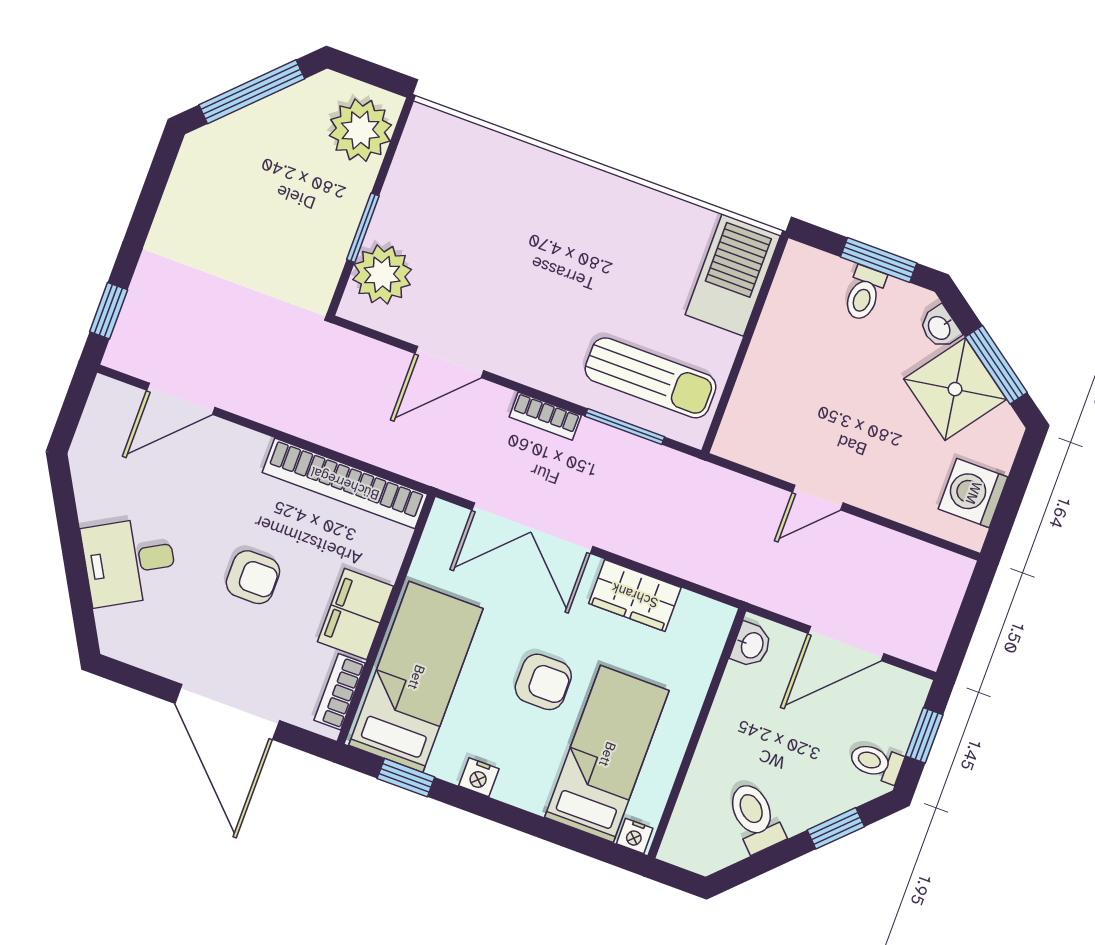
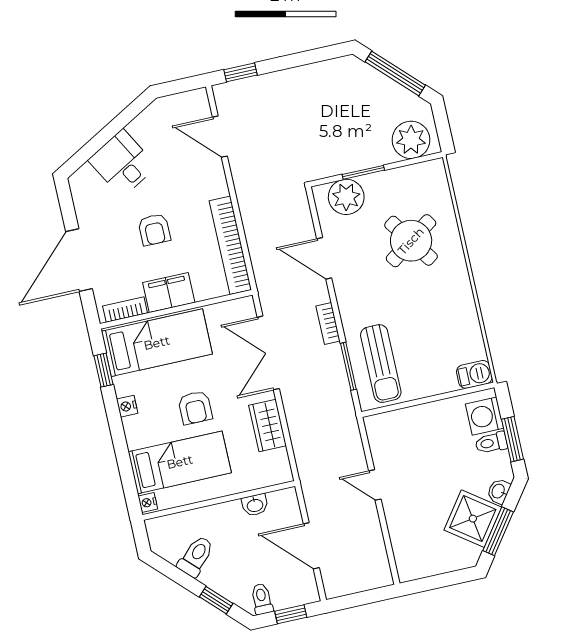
round table: (504, 222) -> (411, 241), added
barbecue: (733, 275) -> (474, 374), width x0.53, depth x0.65
washing machine: (973, 493) -> (484, 416), moved, turned -90
washbasin: (751, 645) -> (255, 505), moved

